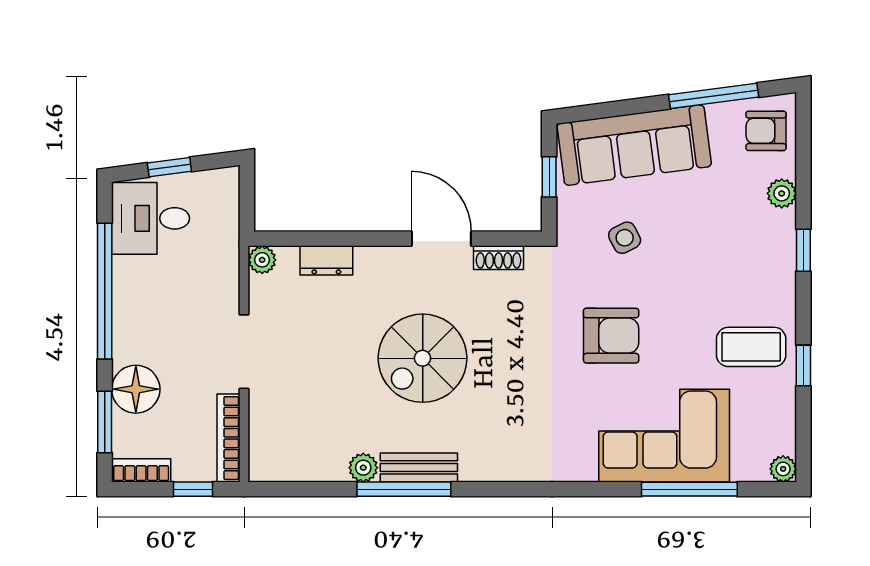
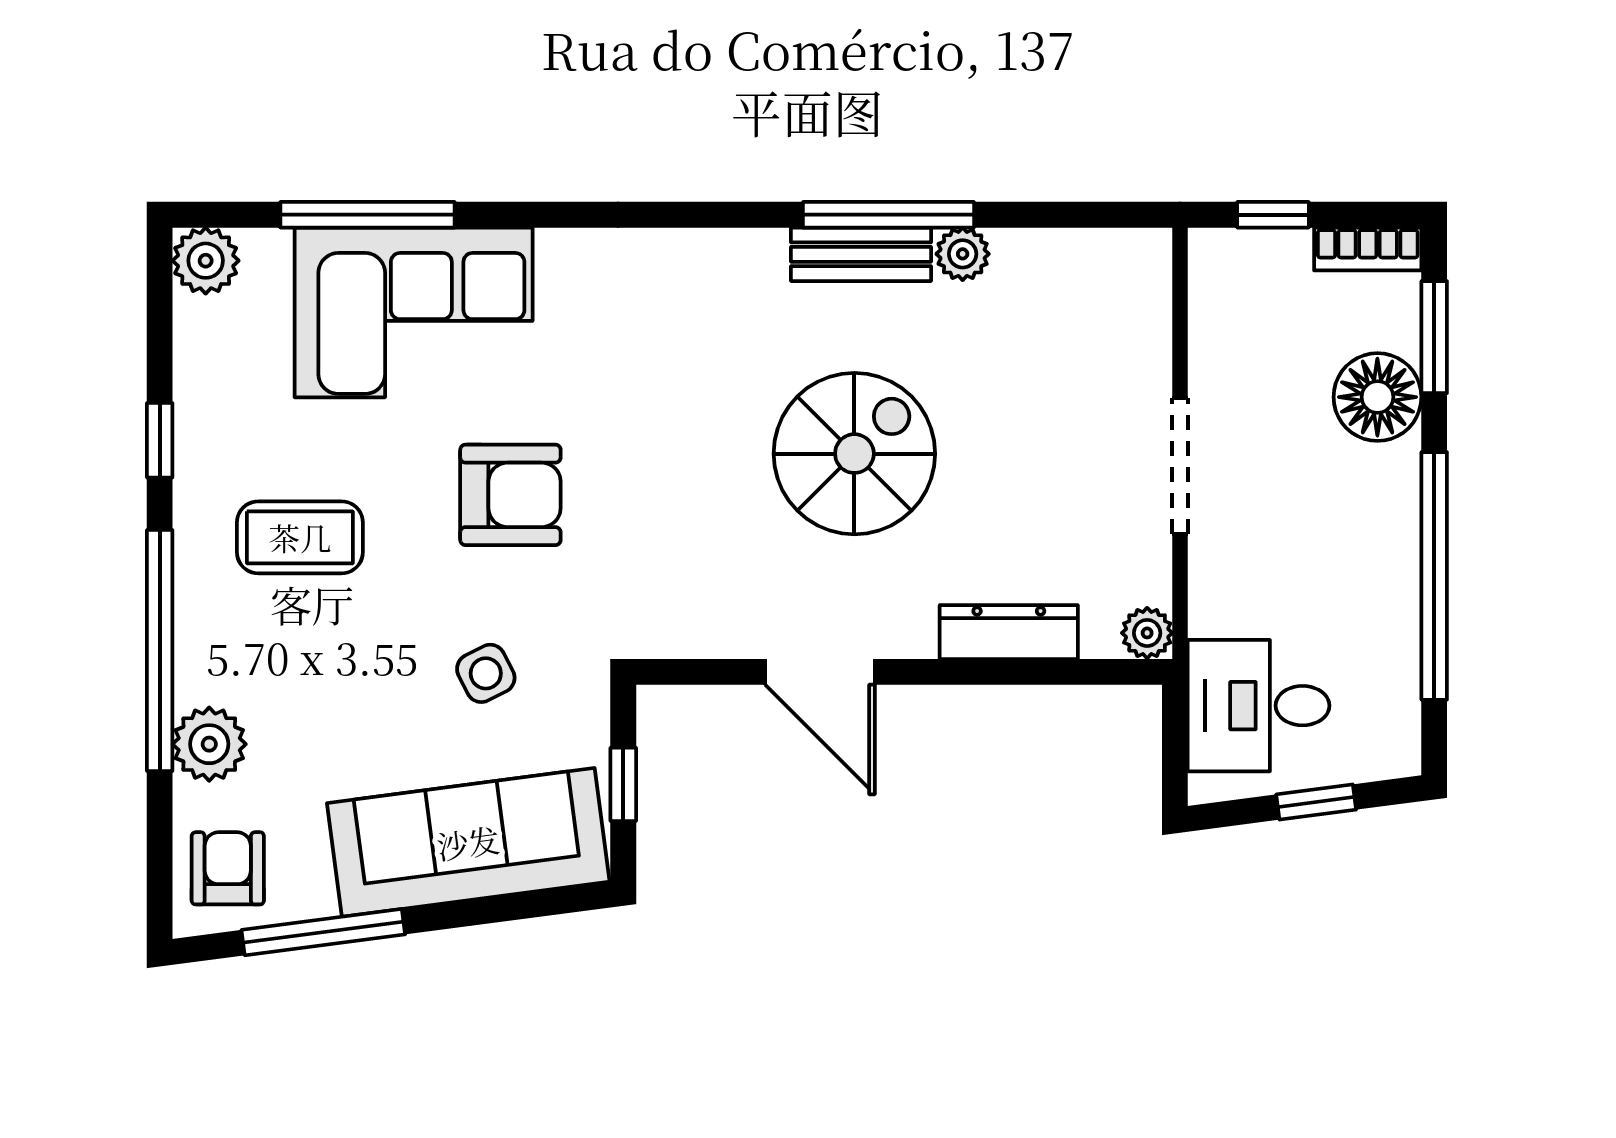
armchair: (766, 131) -> (228, 868), turned -90
plant: (782, 193) -> (209, 744), width x1.38, depth x1.38
desk: (151, 218) -> (1259, 706), moved, turned 180
window: (803, 250) -> (160, 651), width x3.17
shoe rack: (499, 258) -> (716, 637), removed
dresser: (326, 260) -> (1009, 632), width x1.44
armchair: (611, 336) -> (510, 495), turned 180
coffee table: (751, 347) -> (300, 537), moved
bookcase: (229, 438) -> (1208, 308), removed
plant: (783, 469) -> (206, 261), width x1.38, depth x1.38

